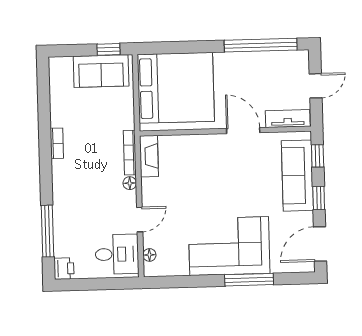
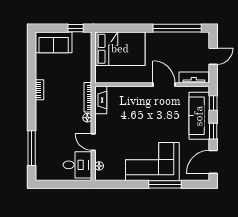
sofa: (101, 71) -> (54, 42), moved
bed: (176, 88) -> (120, 49), width x0.73
door: (140, 220) -> (93, 142), swing flipped
printer: (64, 269) -> (42, 173), removed

